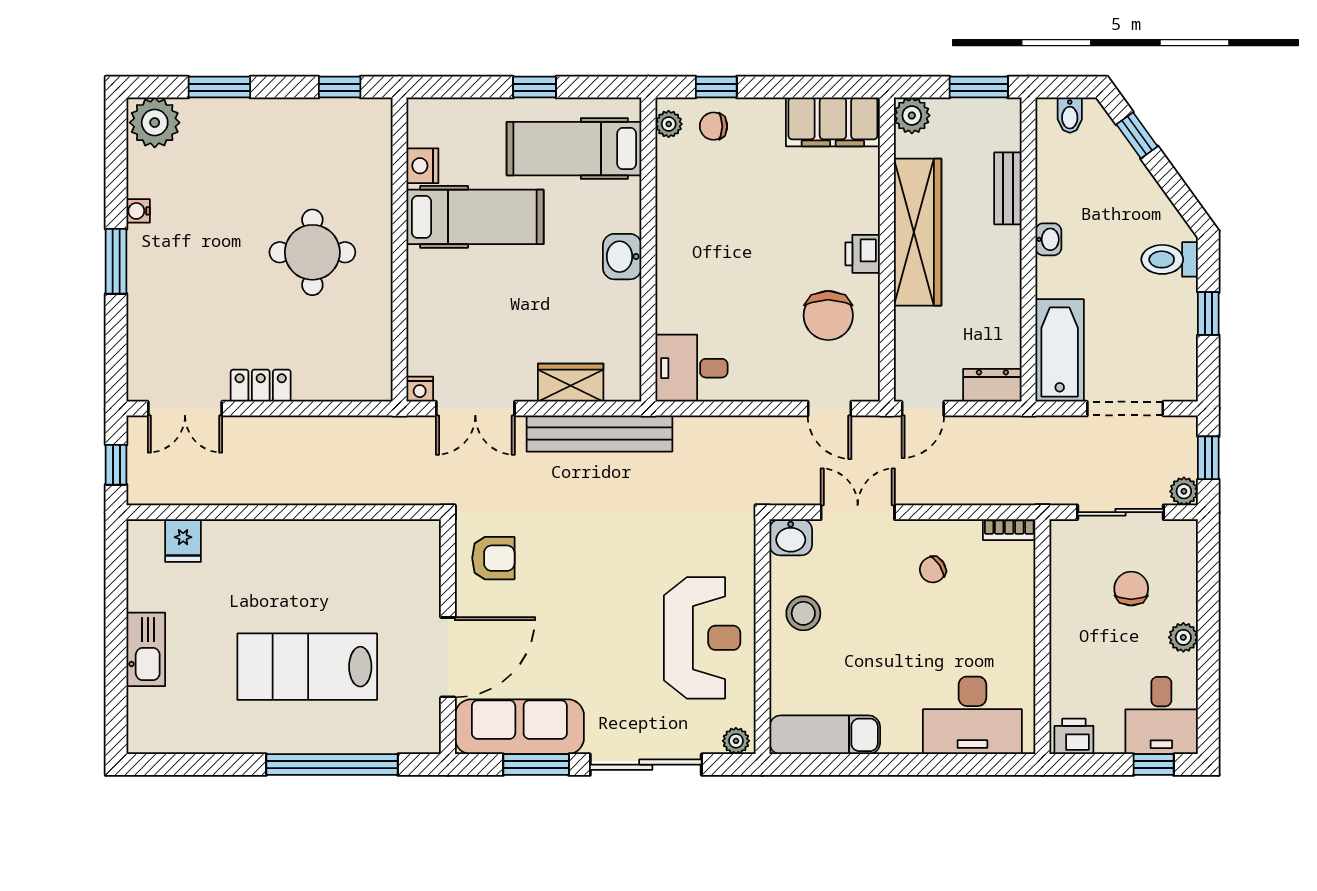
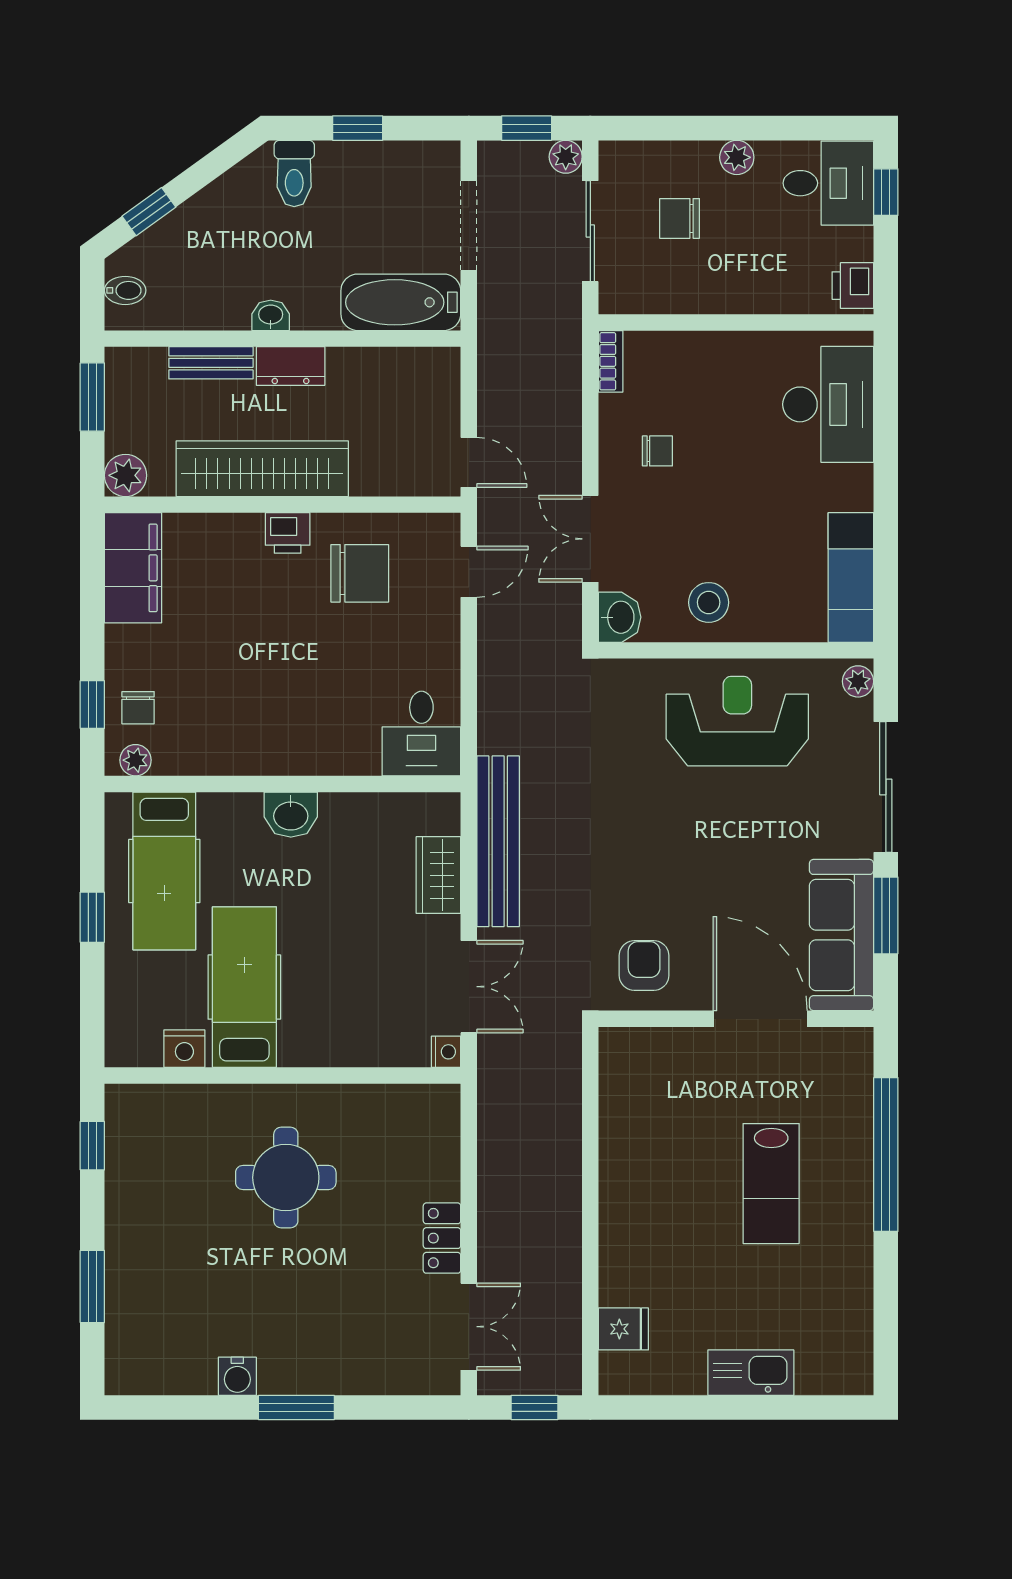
plant: (155, 123) -> (134, 1362), removed
water cooler: (138, 211) -> (237, 1376), width x1.38, depth x1.38
dresser: (992, 385) -> (291, 366), moved, turned -90
chair: (933, 570) -> (657, 451), turned -57
lab bench: (307, 667) -> (771, 1184), width x0.73, depth x0.72

